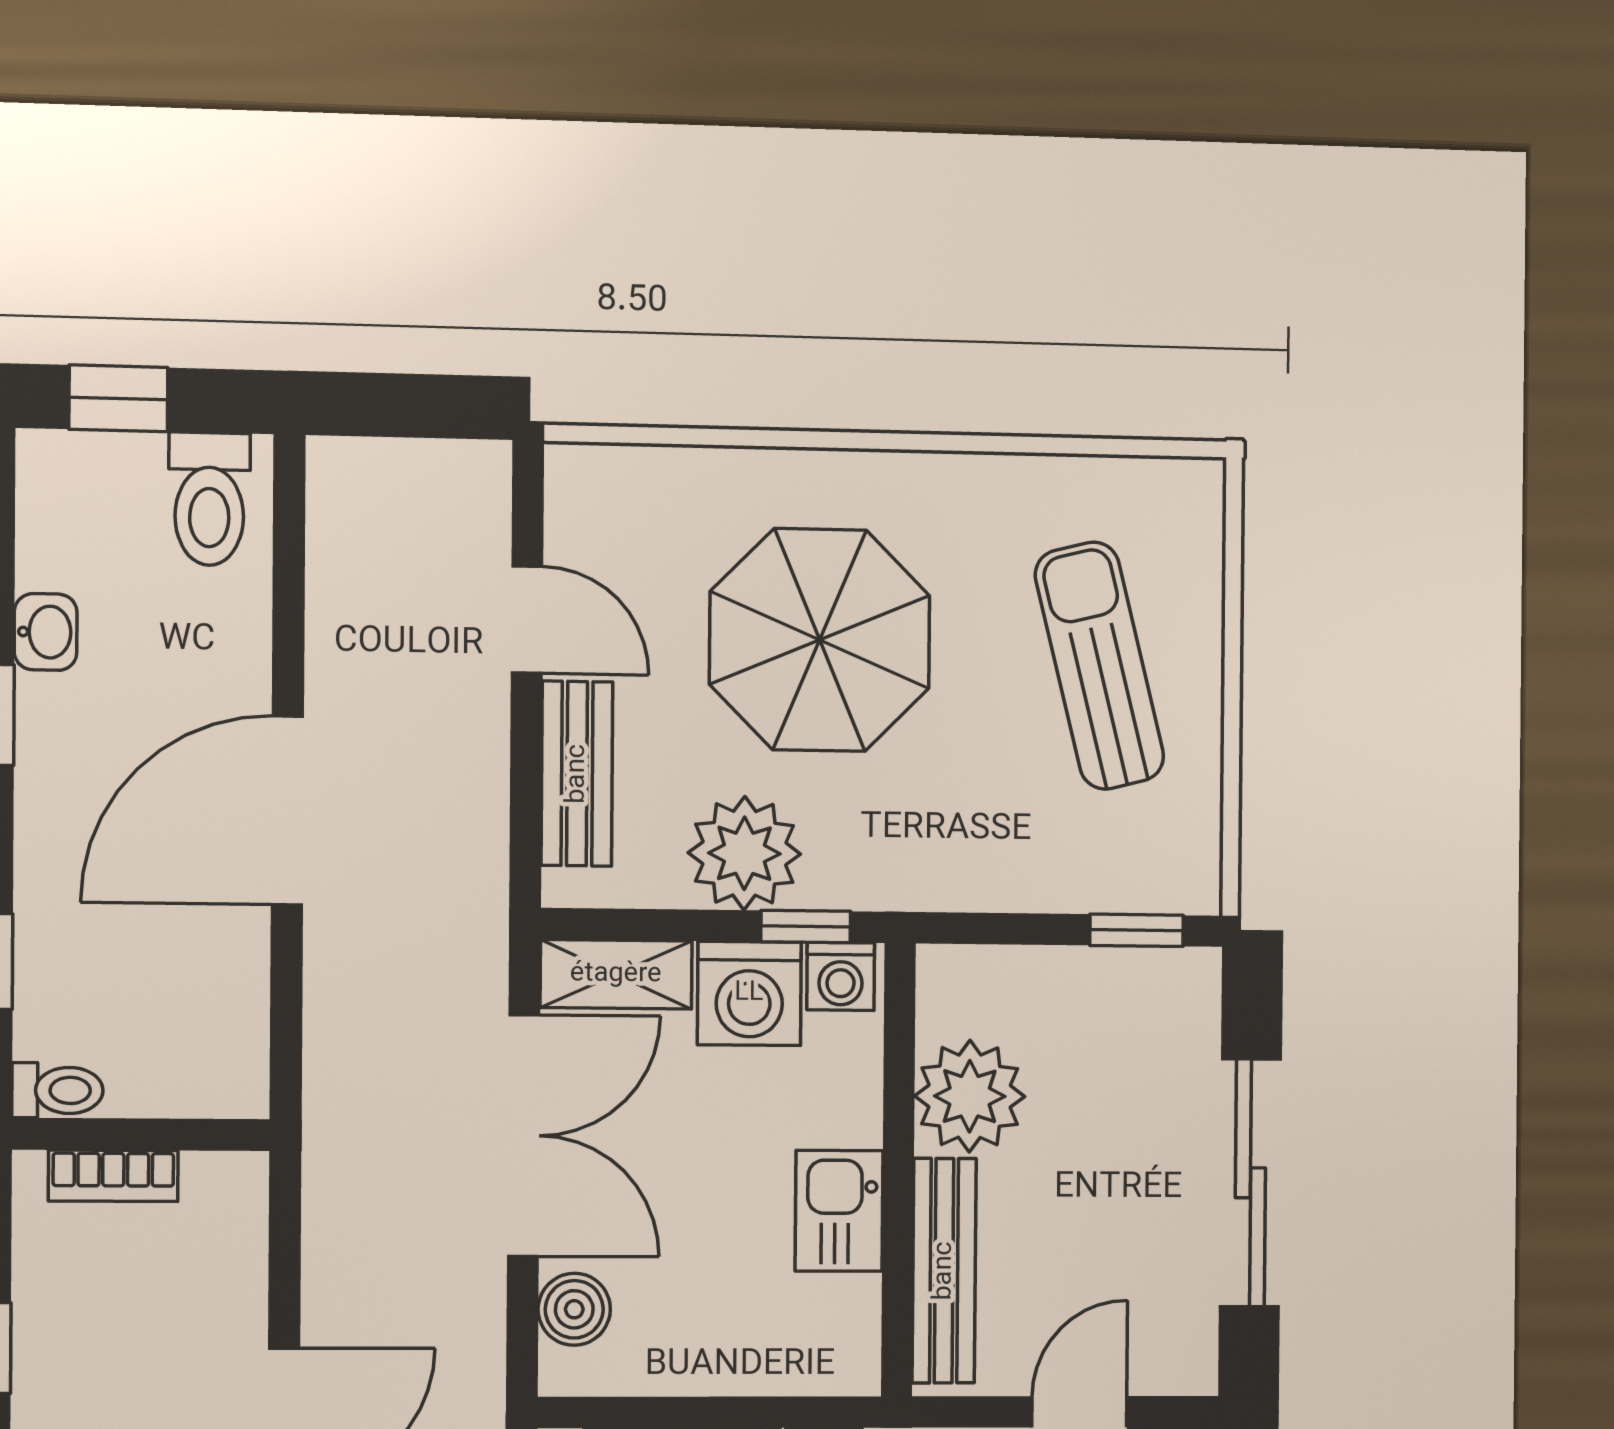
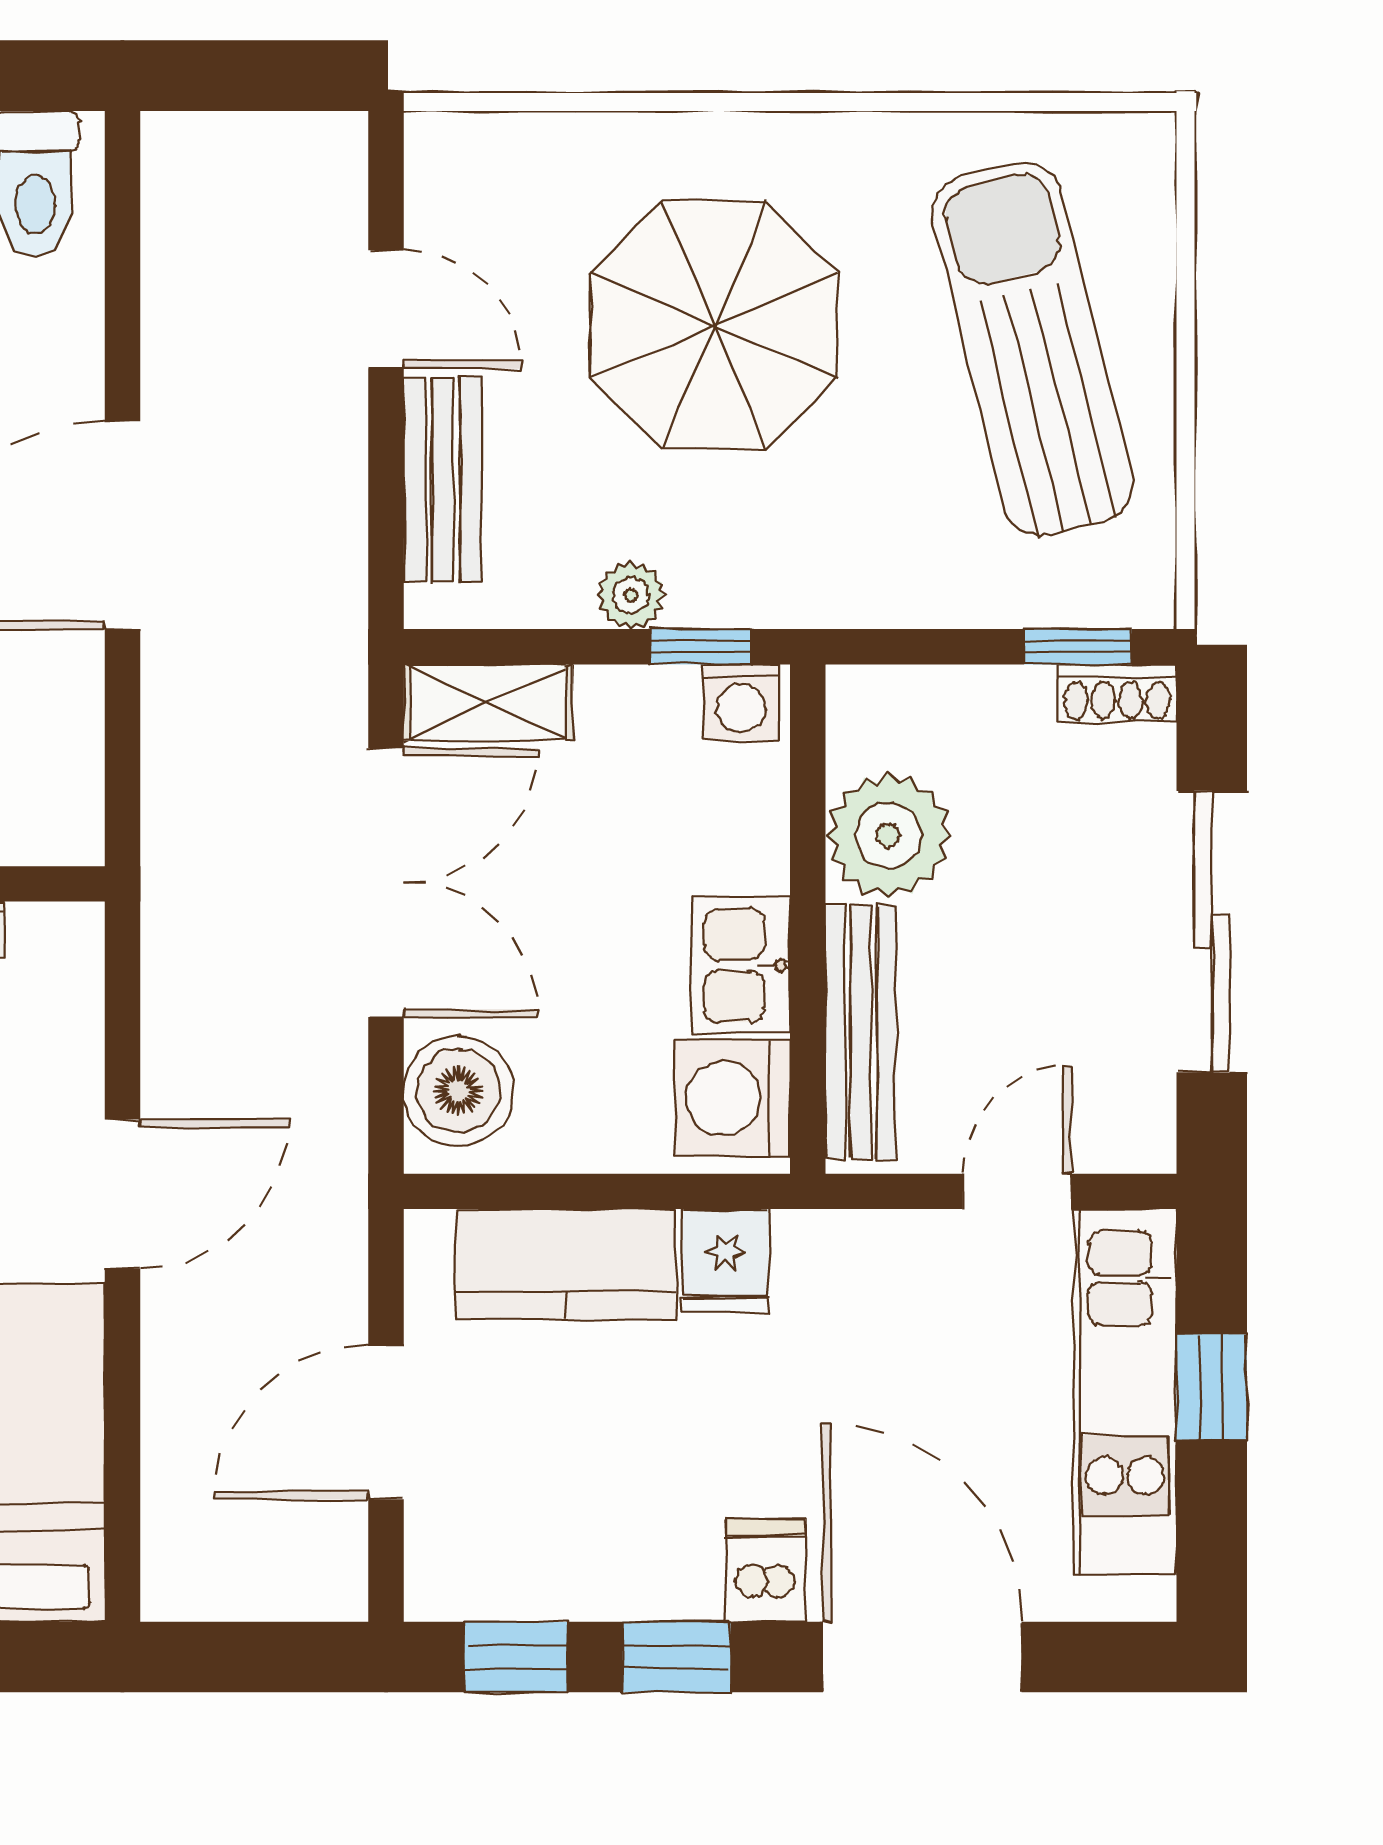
sun lounger: (1099, 666) -> (1033, 349), width x1.36, depth x1.34
plant: (744, 853) -> (631, 595), width x0.53, depth x0.53
shoe rack: (1170, 972) -> (1117, 693), added
washing machine: (749, 993) -> (732, 1098), moved, turned 90
boiler: (574, 1309) -> (458, 1091), width x1.36, depth x1.36

